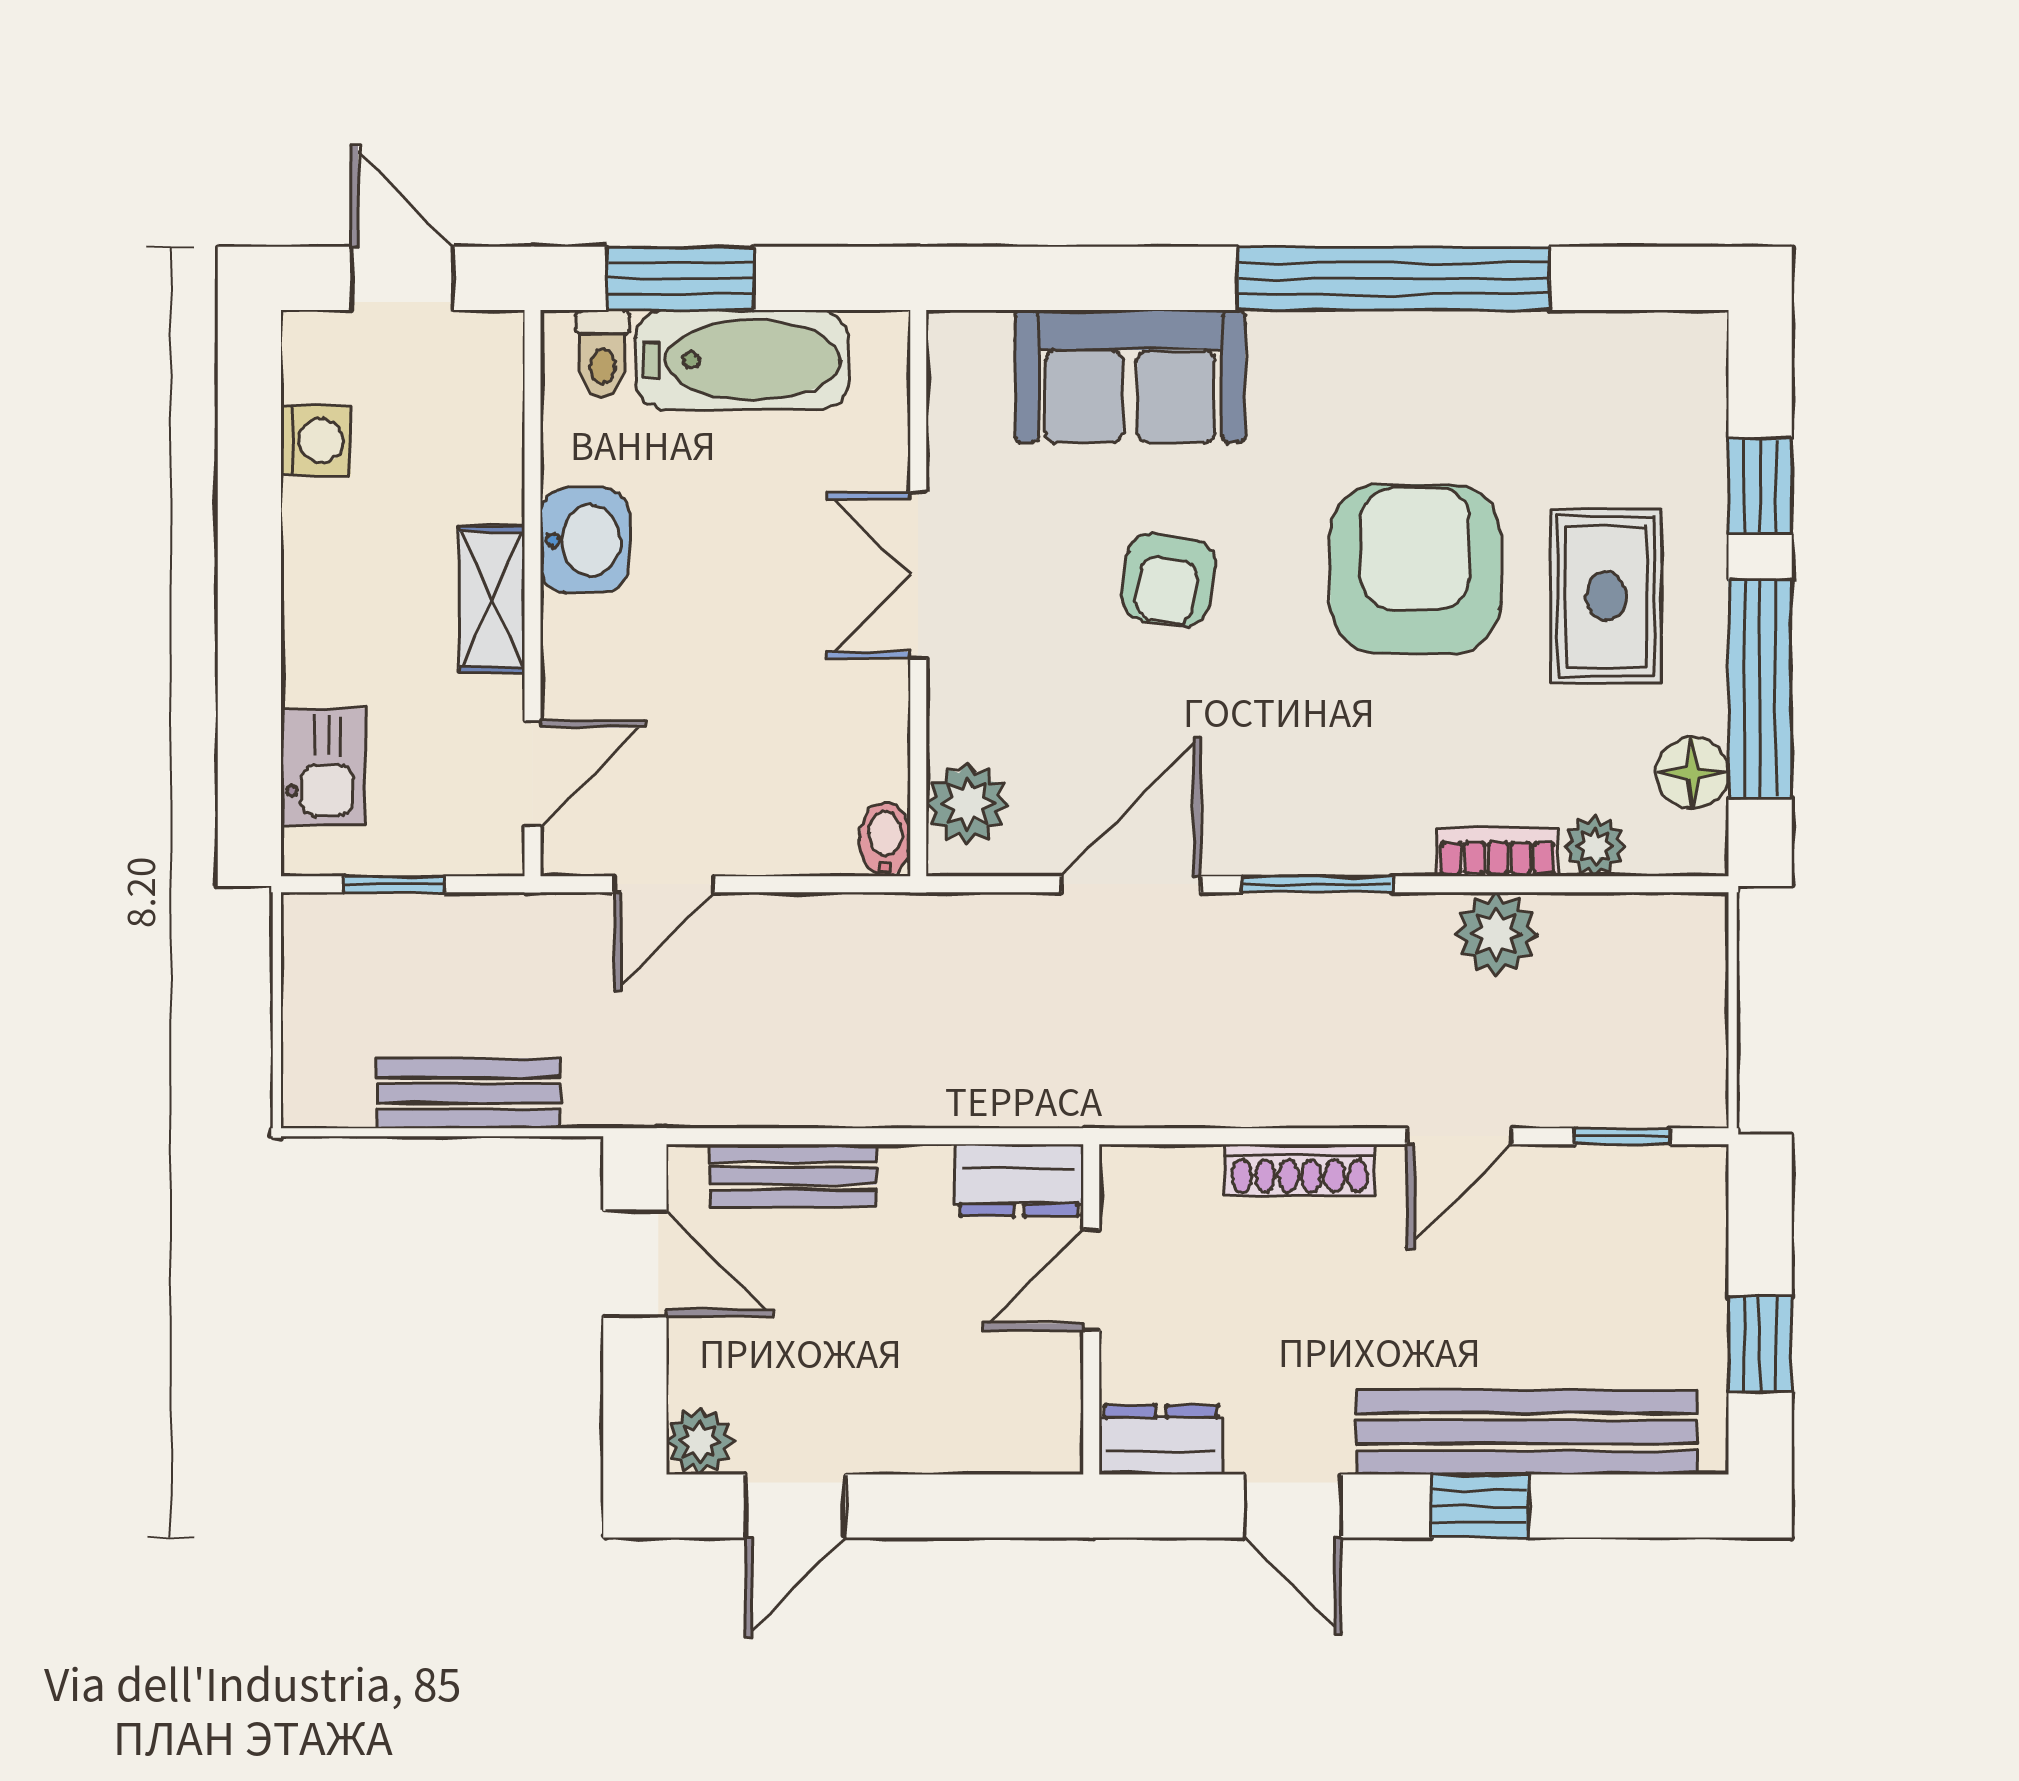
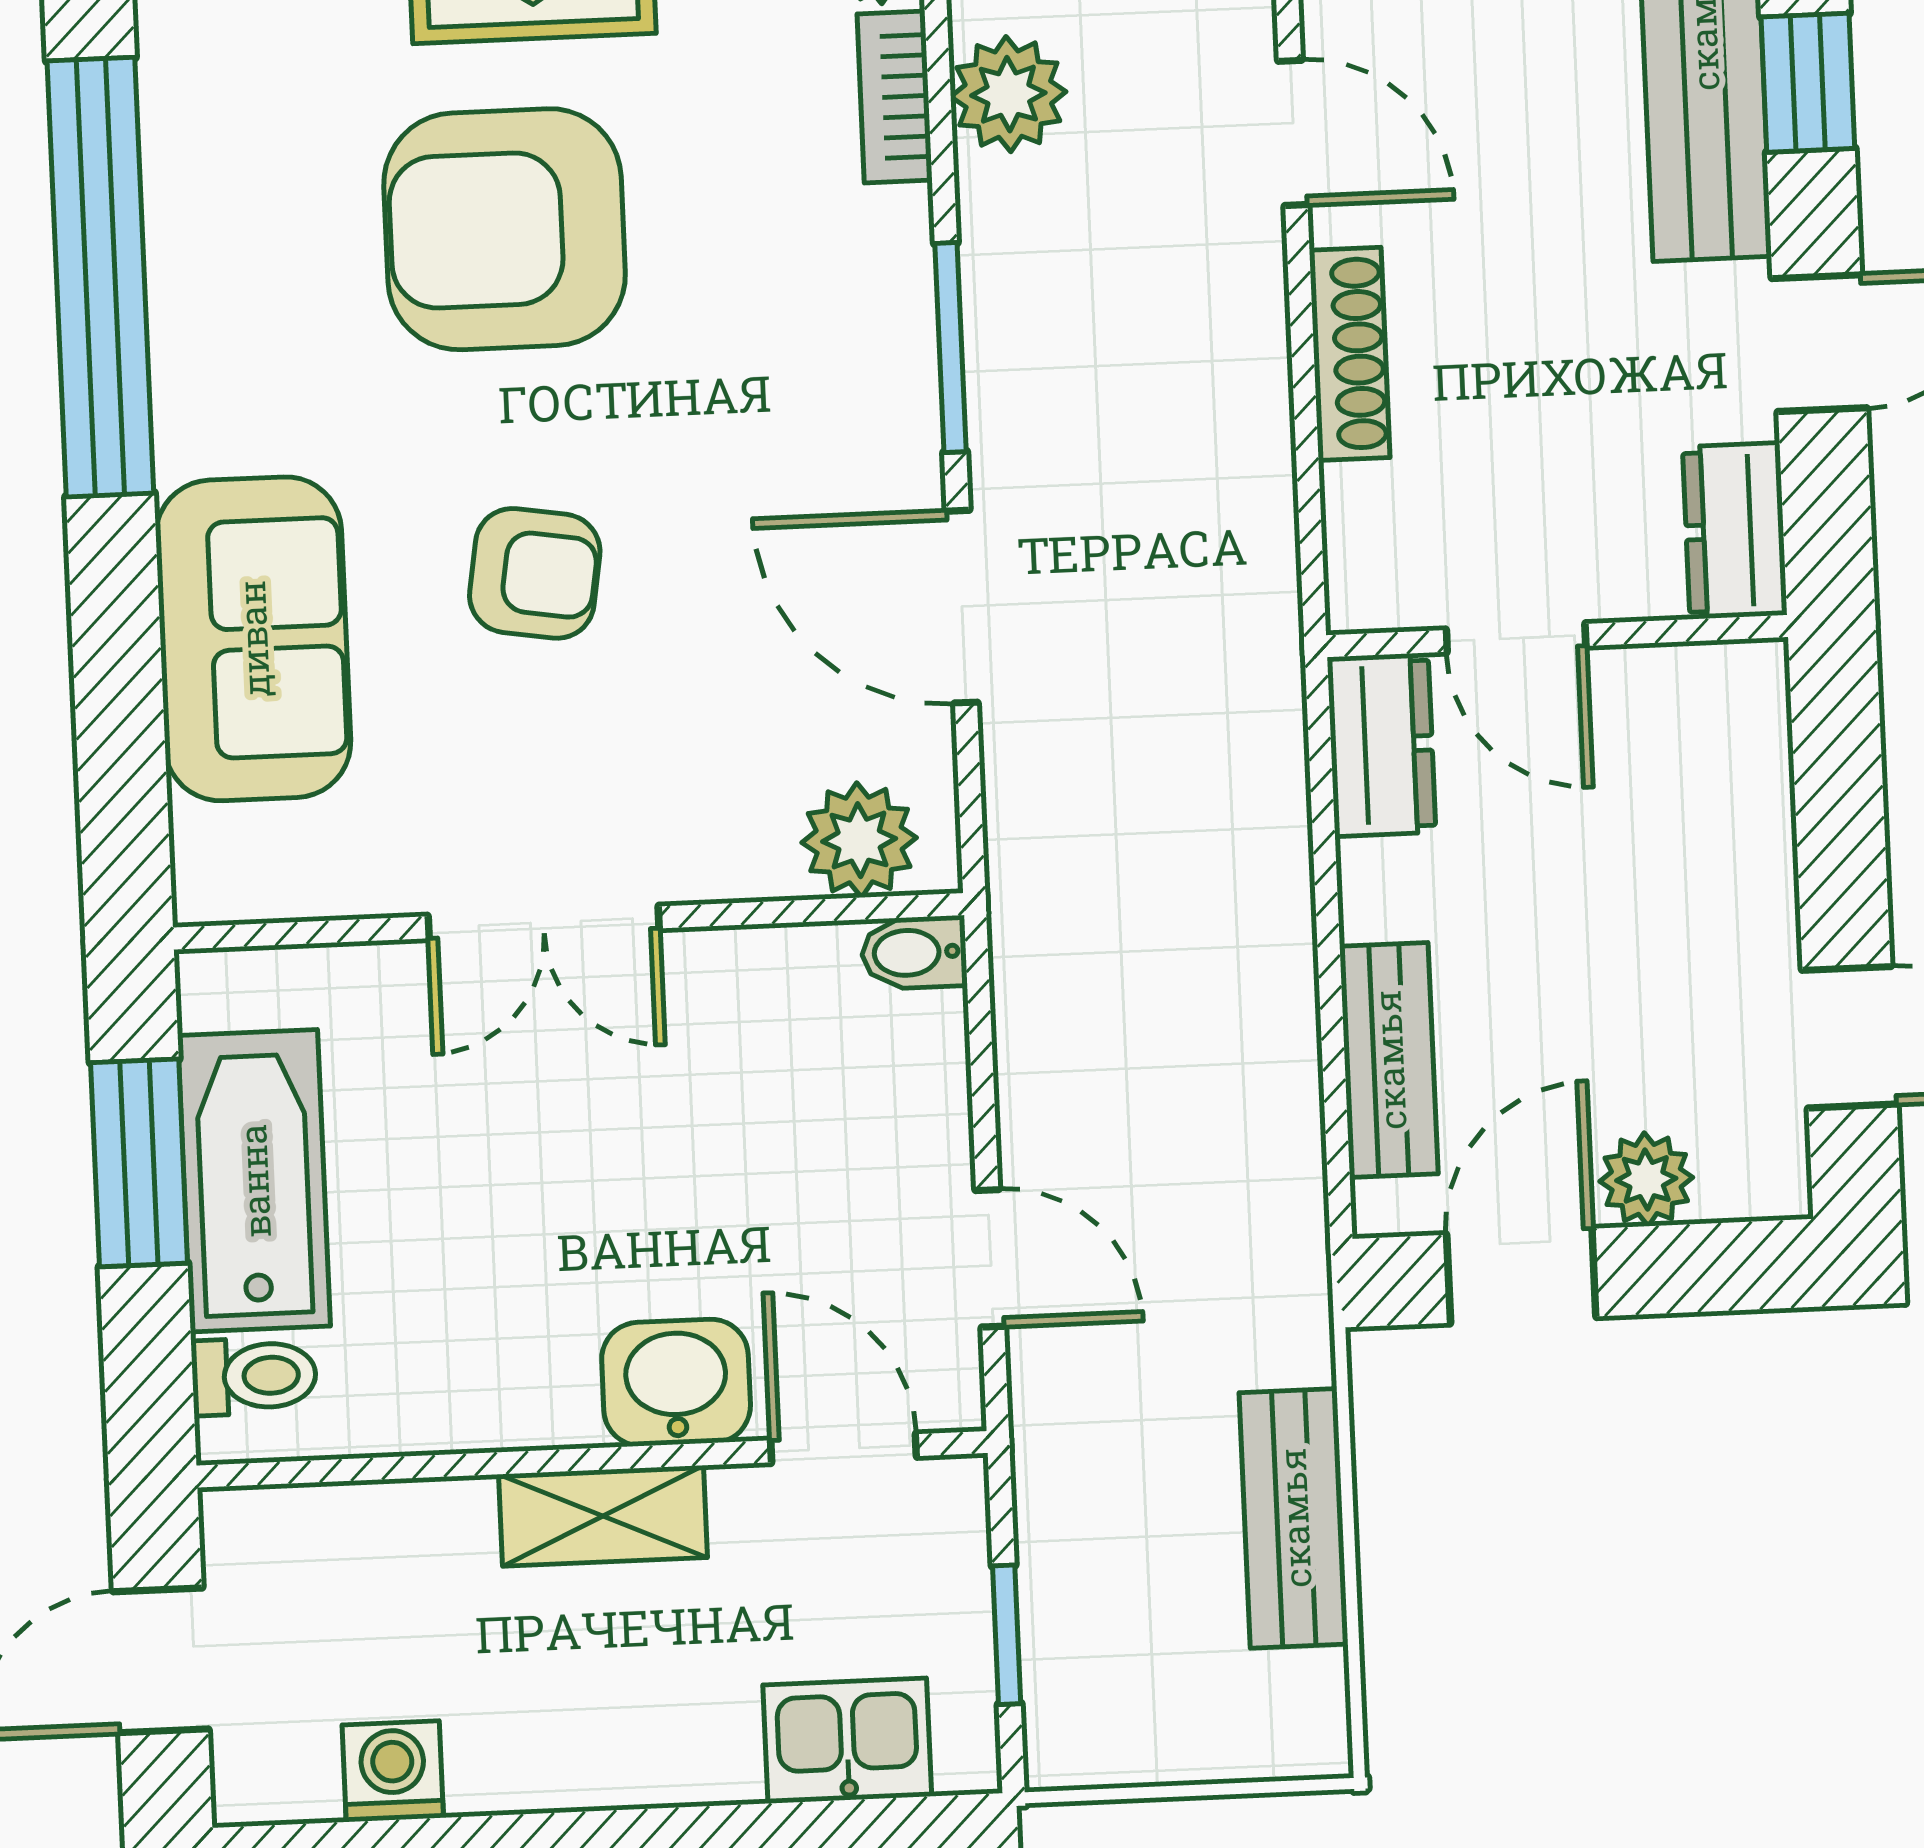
window: (681, 278) -> (139, 1163), moved
washbasin: (585, 540) -> (676, 1383), moved
plant: (700, 1441) -> (1646, 1179), moved

